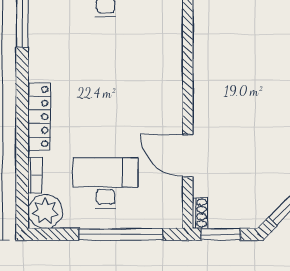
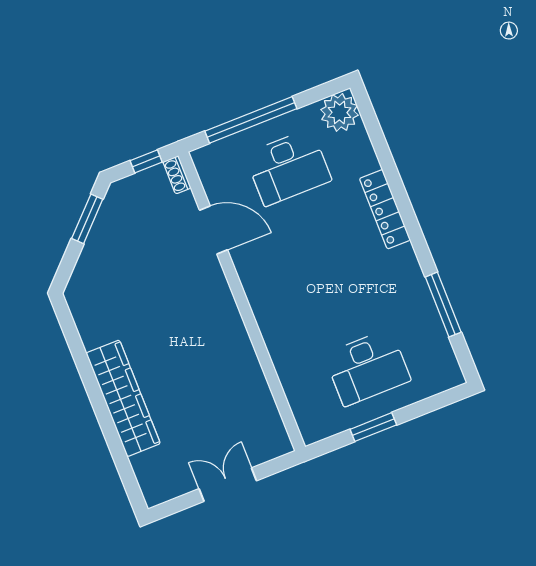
bookcase: (35, 175) -> (365, 147), removed
window: (221, 234) -> (146, 161), width x0.67

